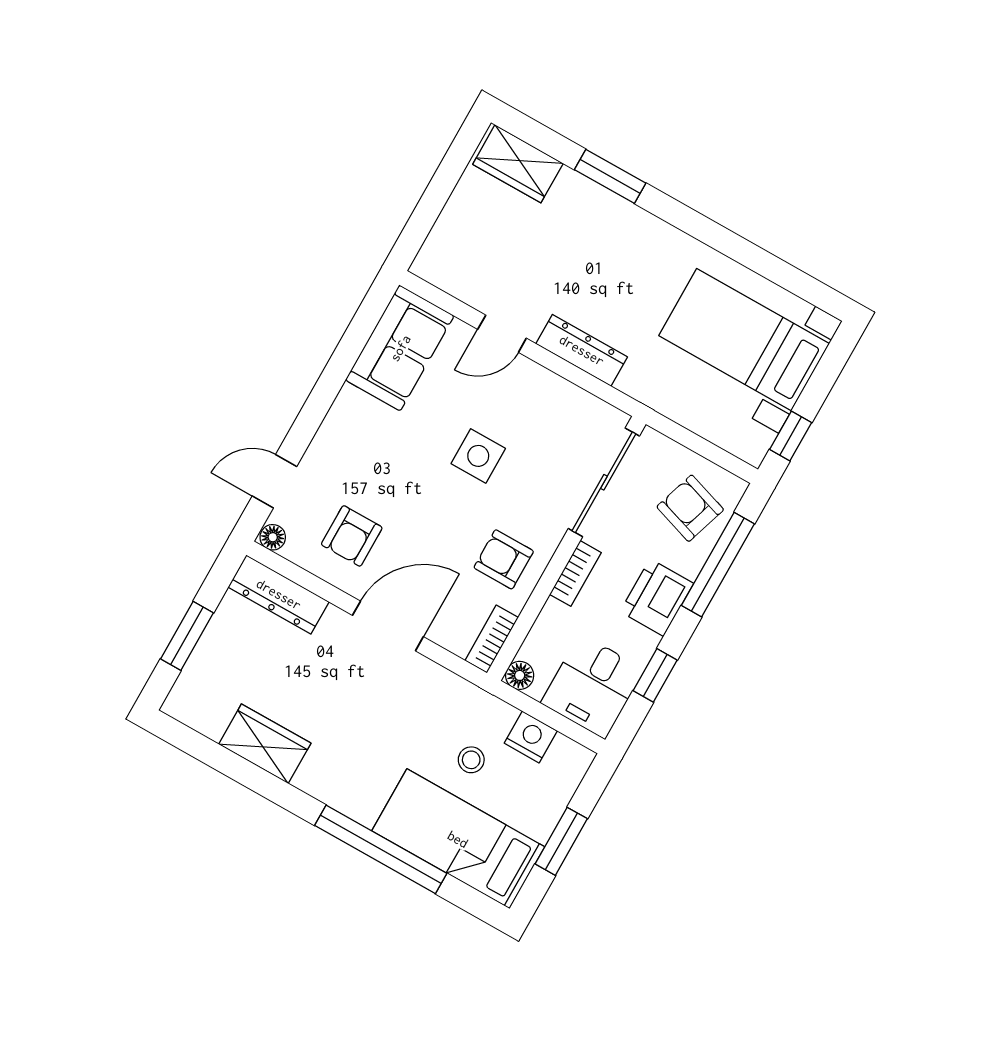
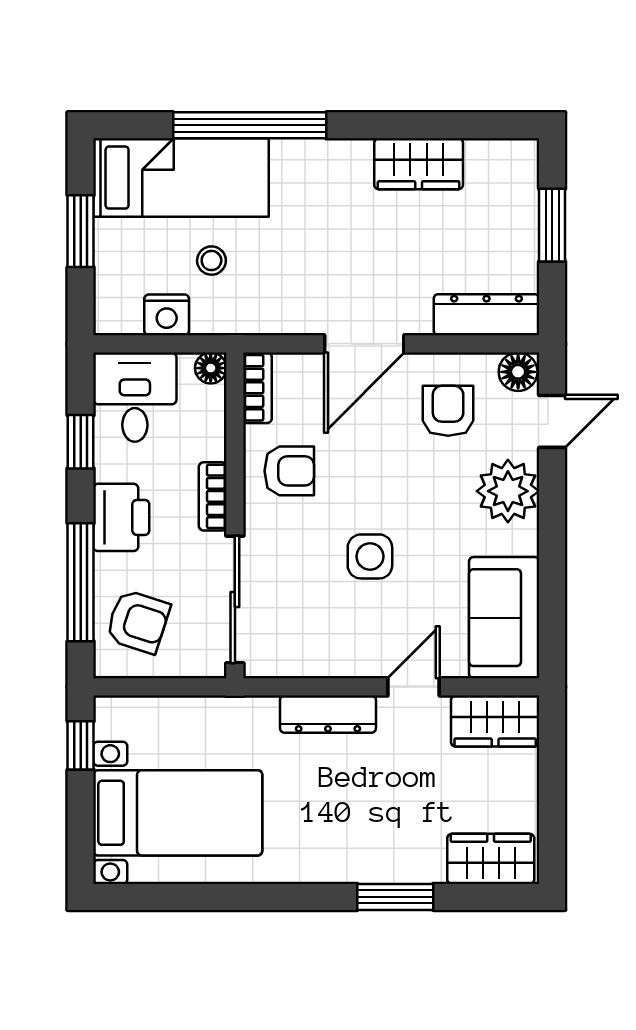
wardrobe: (453, 270) -> (495, 721), added
plant: (340, 446) -> (508, 491), added
floor lamp: (273, 537) -> (518, 372), width x1.37, depth x1.37

